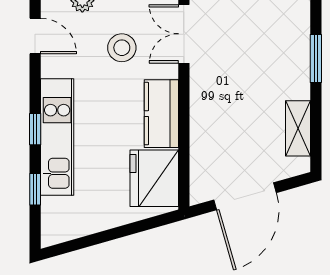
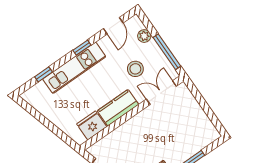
window: (35, 129) -> (82, 48), moved
fridge: (154, 178) -> (92, 125), width x0.73, depth x0.75

